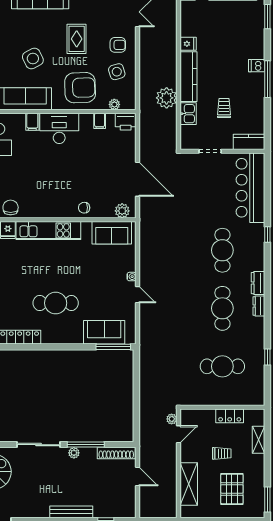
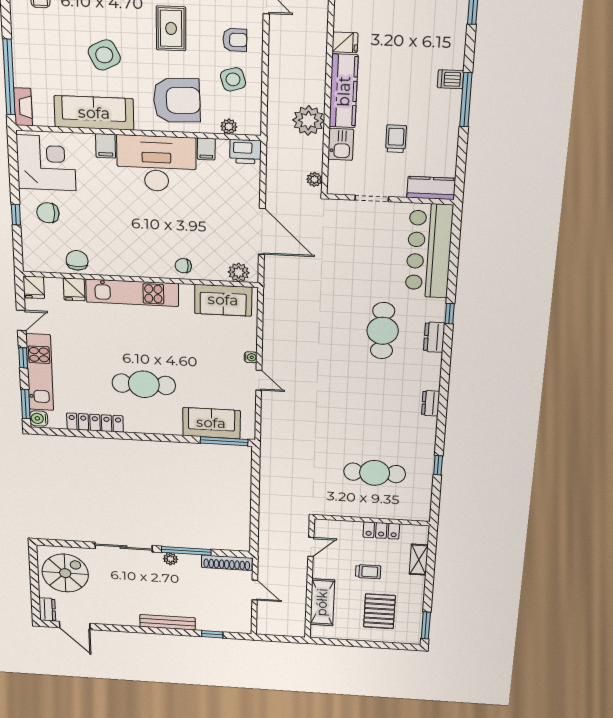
desk: (59, 128) -> (156, 164), width x1.36, depth x1.30
dresser: (258, 283) -> (434, 337), moved
cafe table: (222, 308) -> (379, 403), removed
plant: (172, 419) -> (314, 179), moved

